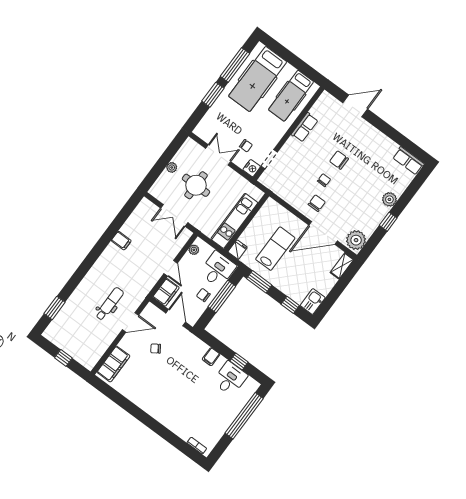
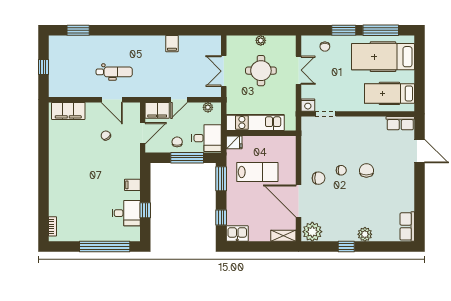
row of seats: (305, 127) -> (400, 123), moved
chair: (246, 146) -> (325, 47), moved

